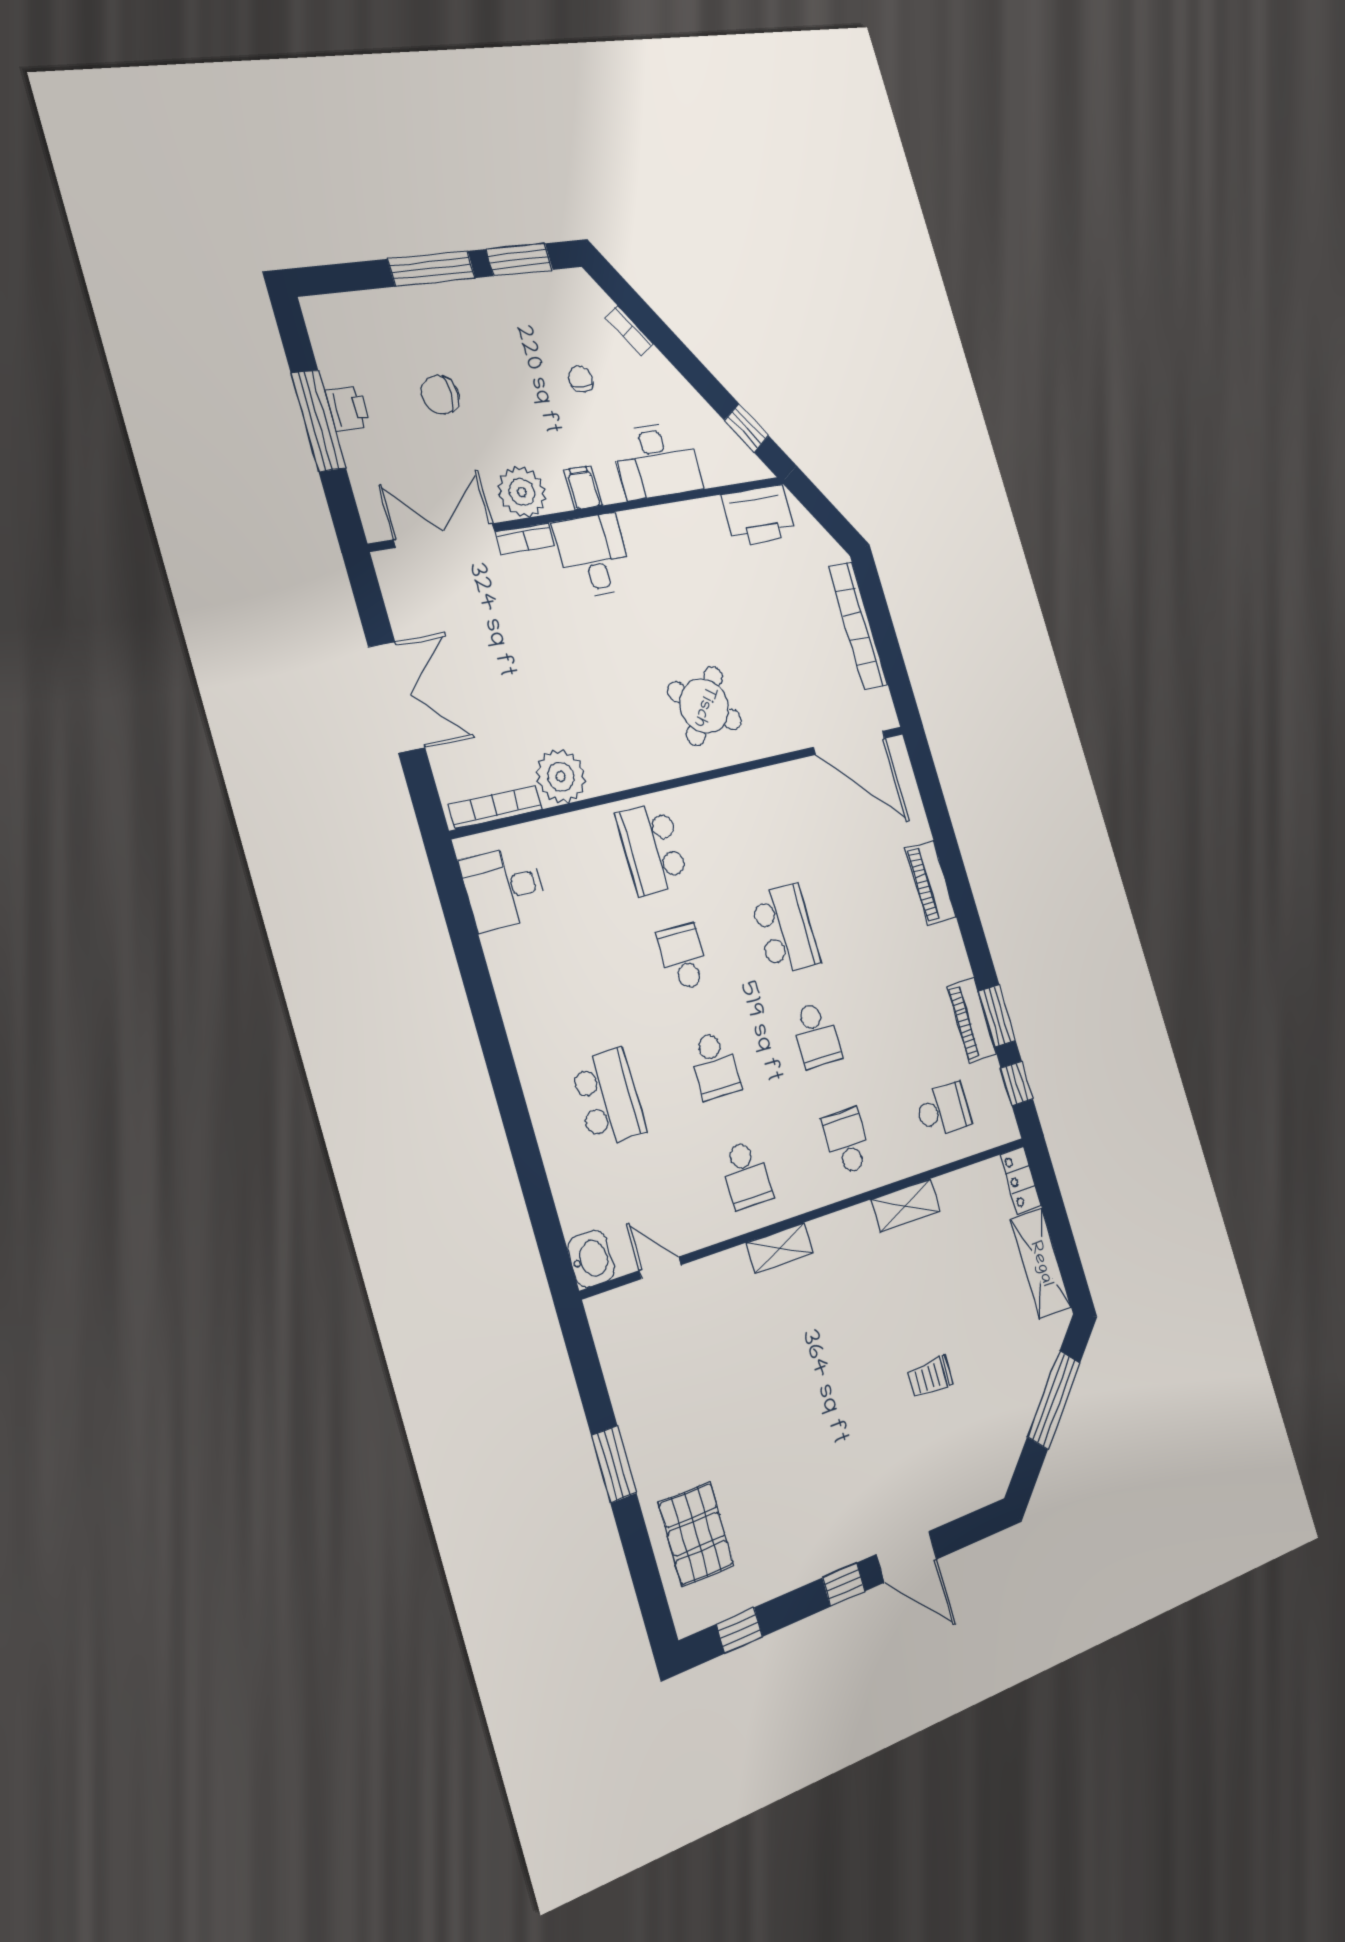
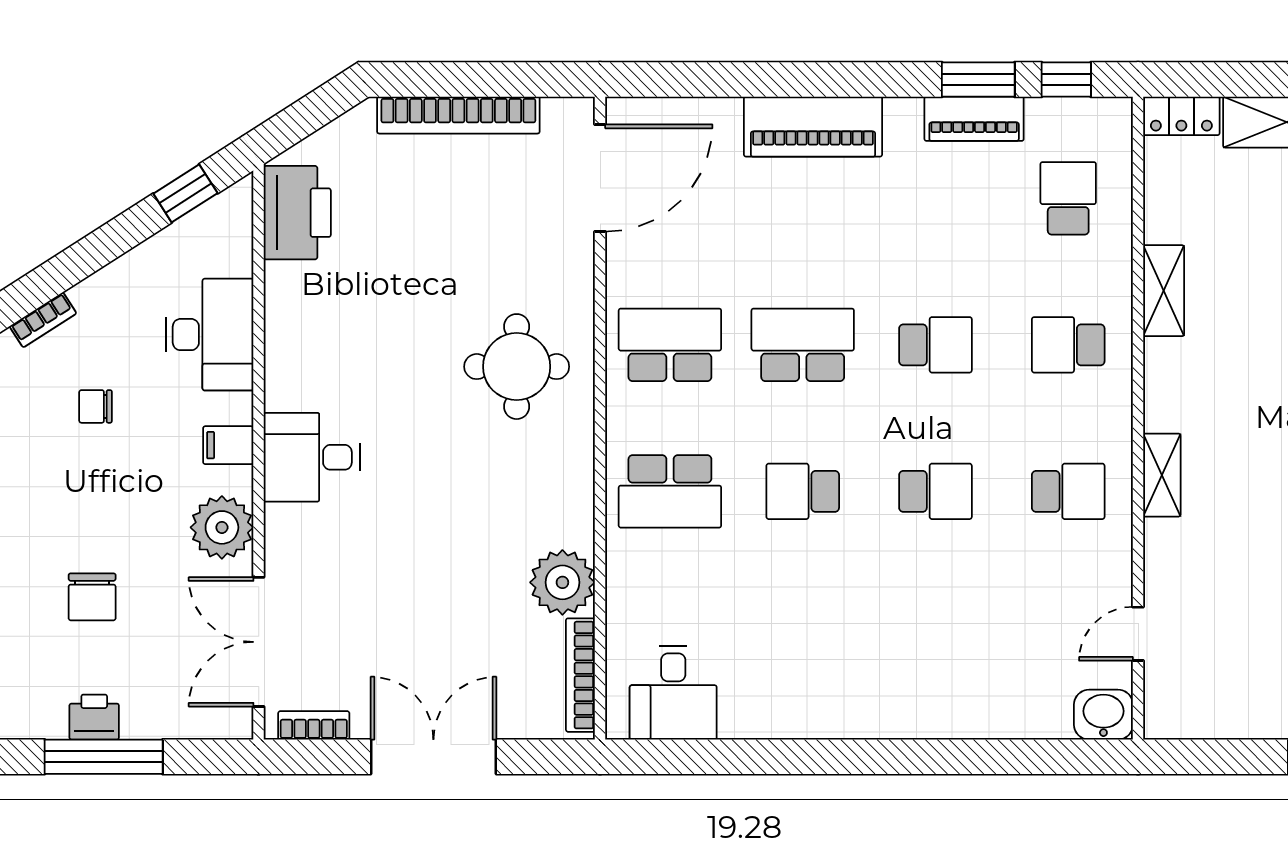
bookcase: (525, 539) -> (314, 725), moved, turned -90
round table: (704, 706) -> (517, 367), turned -36
piano: (931, 882) -> (813, 127), width x1.37, depth x1.33
school desk: (608, 1098) -> (670, 345), moved

